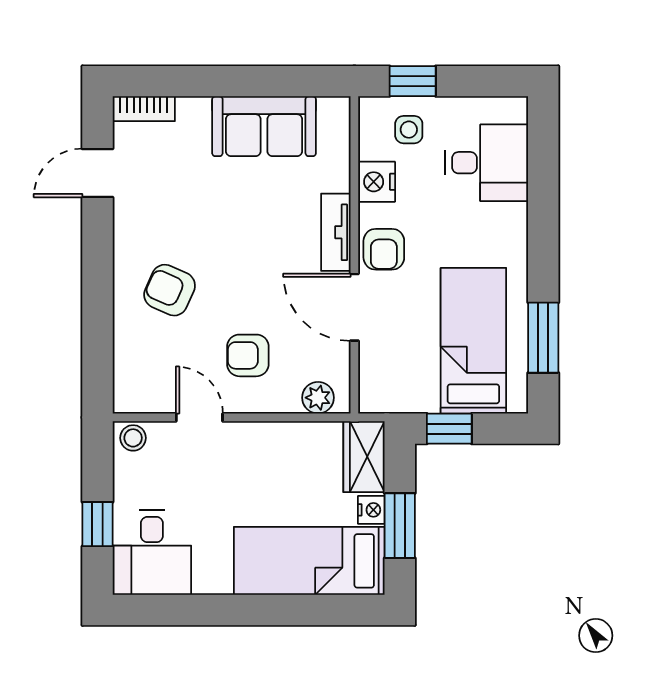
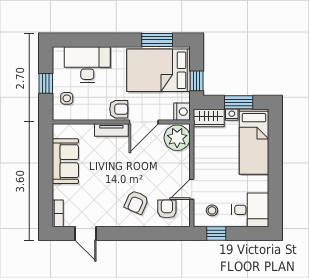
window: (413, 81) -> (46, 83), moved
desk: (487, 163) -> (87, 64), width x1.37
nightstand: (377, 182) -> (182, 112), moved, turned -90
bed: (473, 341) -> (158, 70), width x1.50
armchair: (248, 355) -> (167, 209), moved, turned 180
plant: (318, 398) -> (177, 138), width x1.88, depth x1.88
stool: (133, 438) -> (212, 210), moved
window: (97, 524) -> (216, 233), moved

